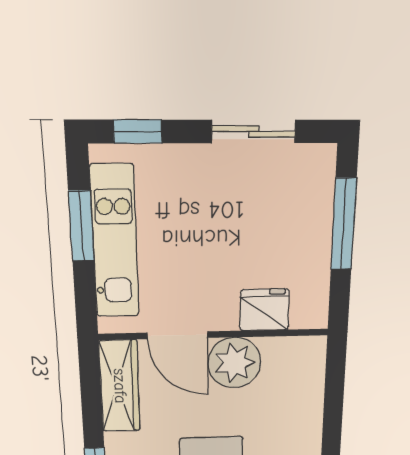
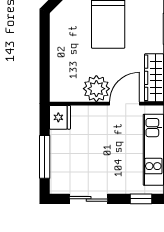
fridge: (264, 310) -> (60, 117), moved, turned -90
door: (178, 335) -> (125, 104), hinge flipped

